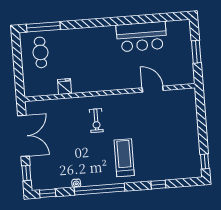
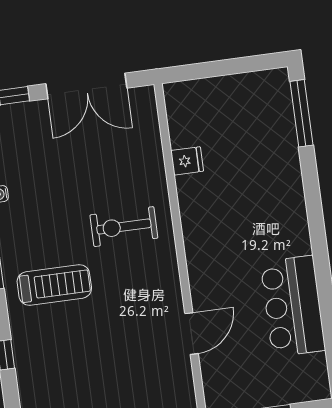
cafe table: (40, 52) -> (251, 110), removed
exercise bike: (96, 121) -> (124, 227), width x1.38, depth x1.39

